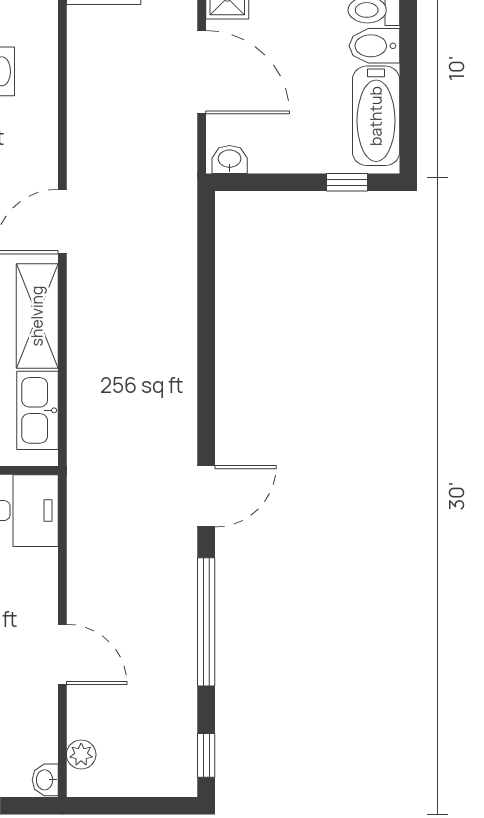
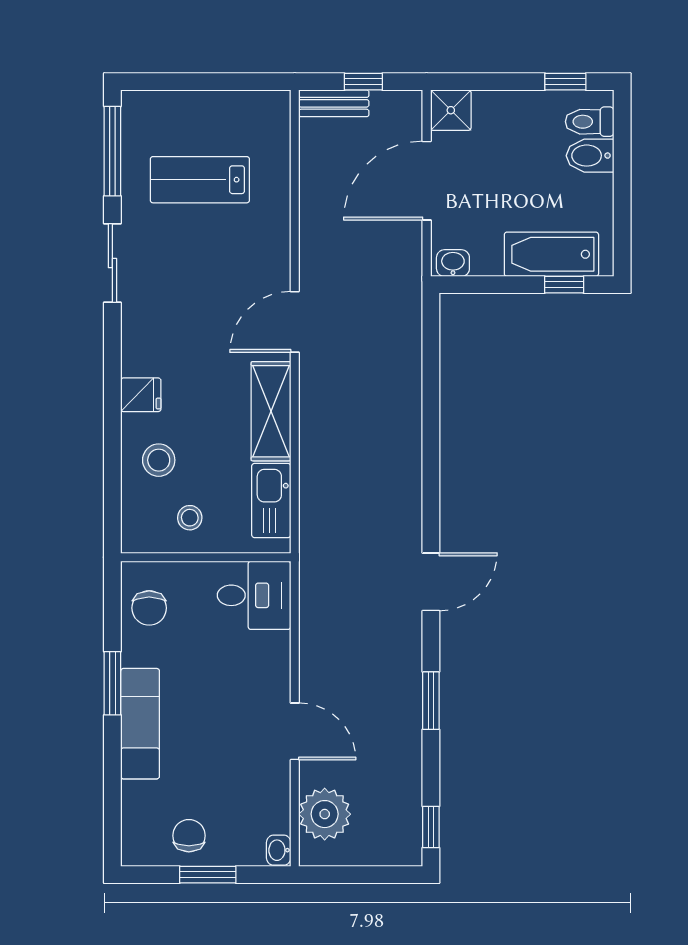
door: (202, 72) -> (427, 181), swing flipped
bathtub: (376, 116) -> (551, 254), moved, turned 90
window: (206, 622) -> (431, 701), width x0.47
plant: (81, 755) -> (325, 814), width x1.88, depth x1.88

